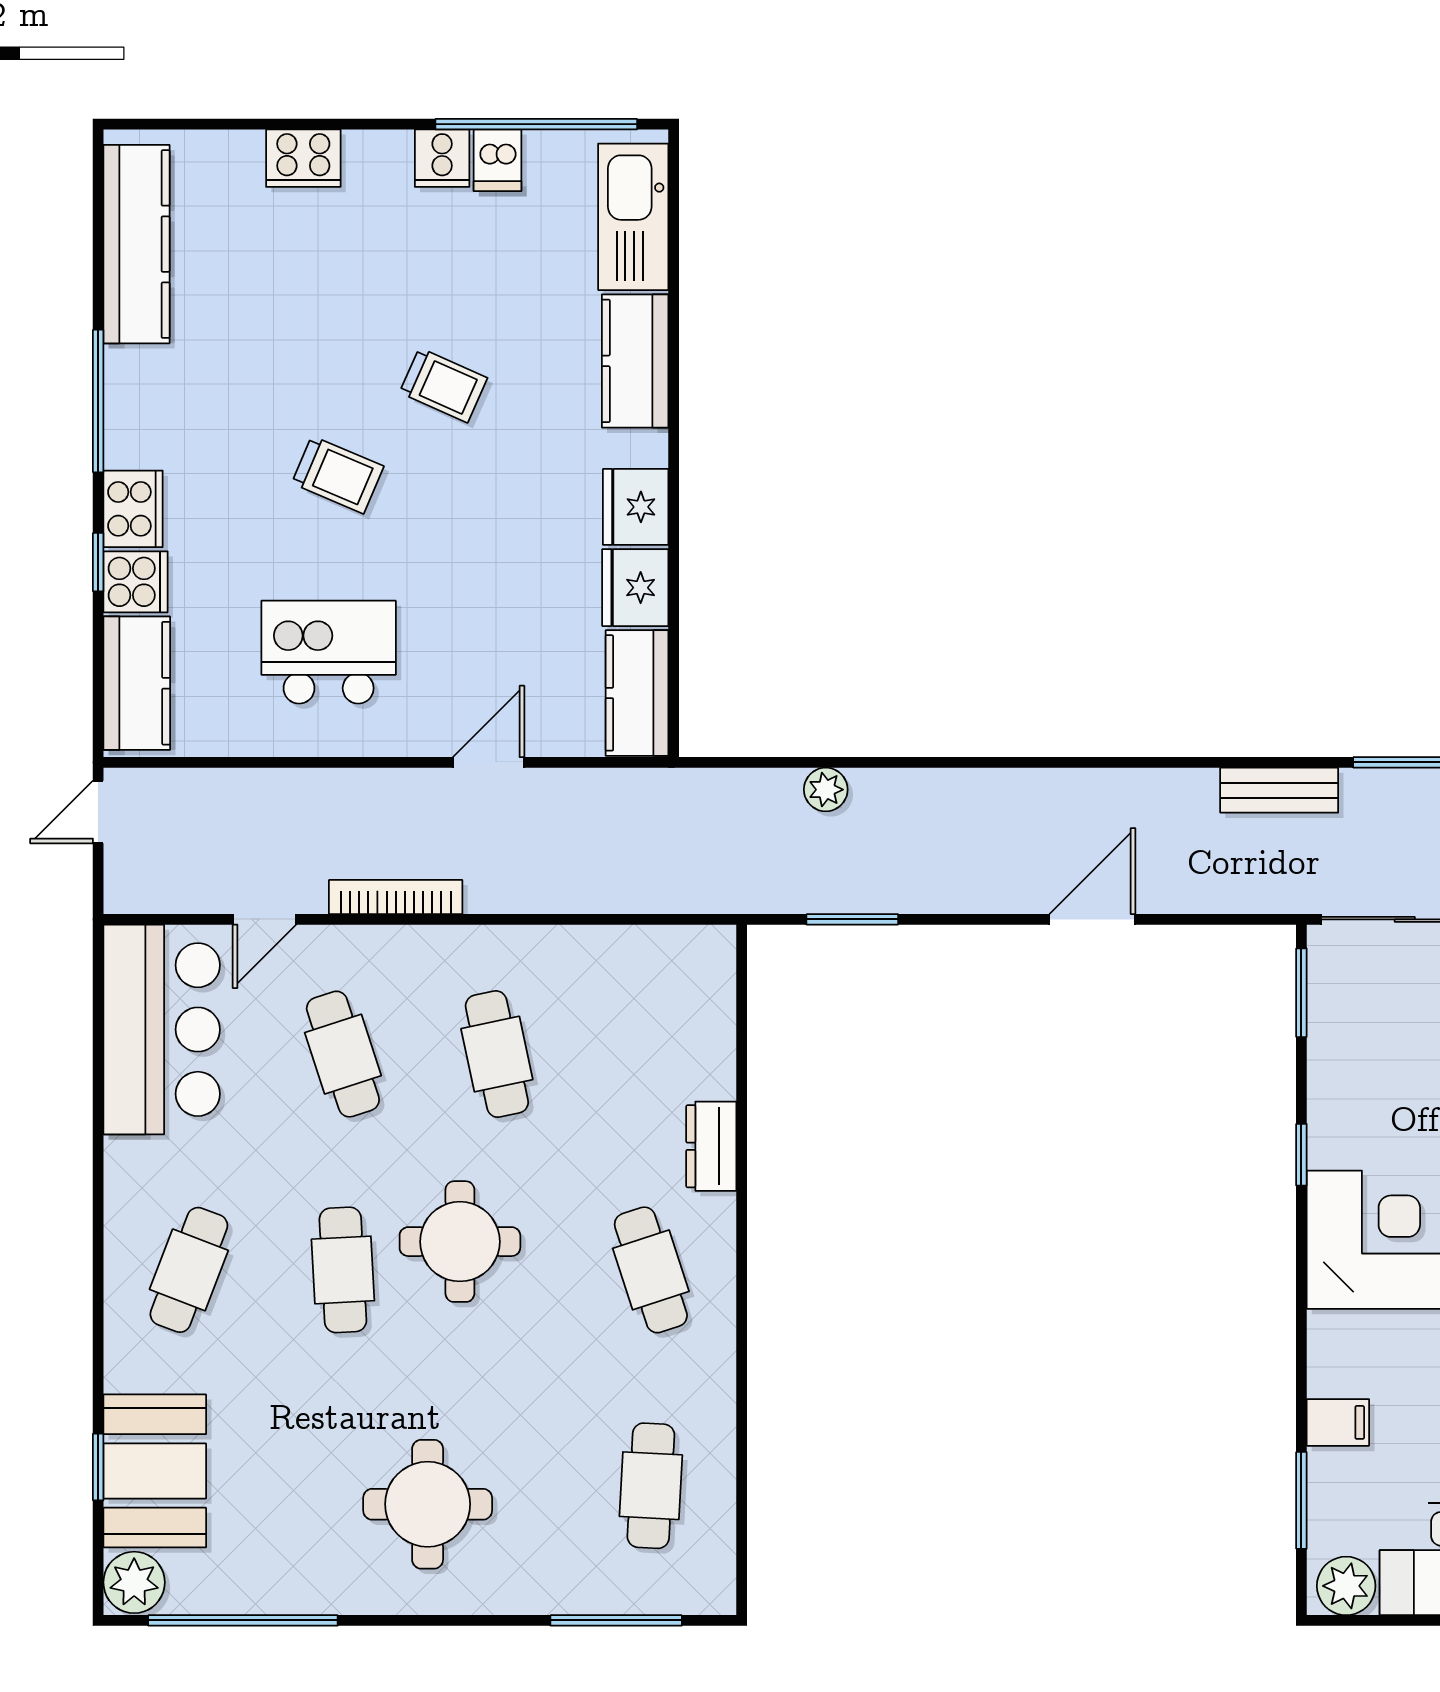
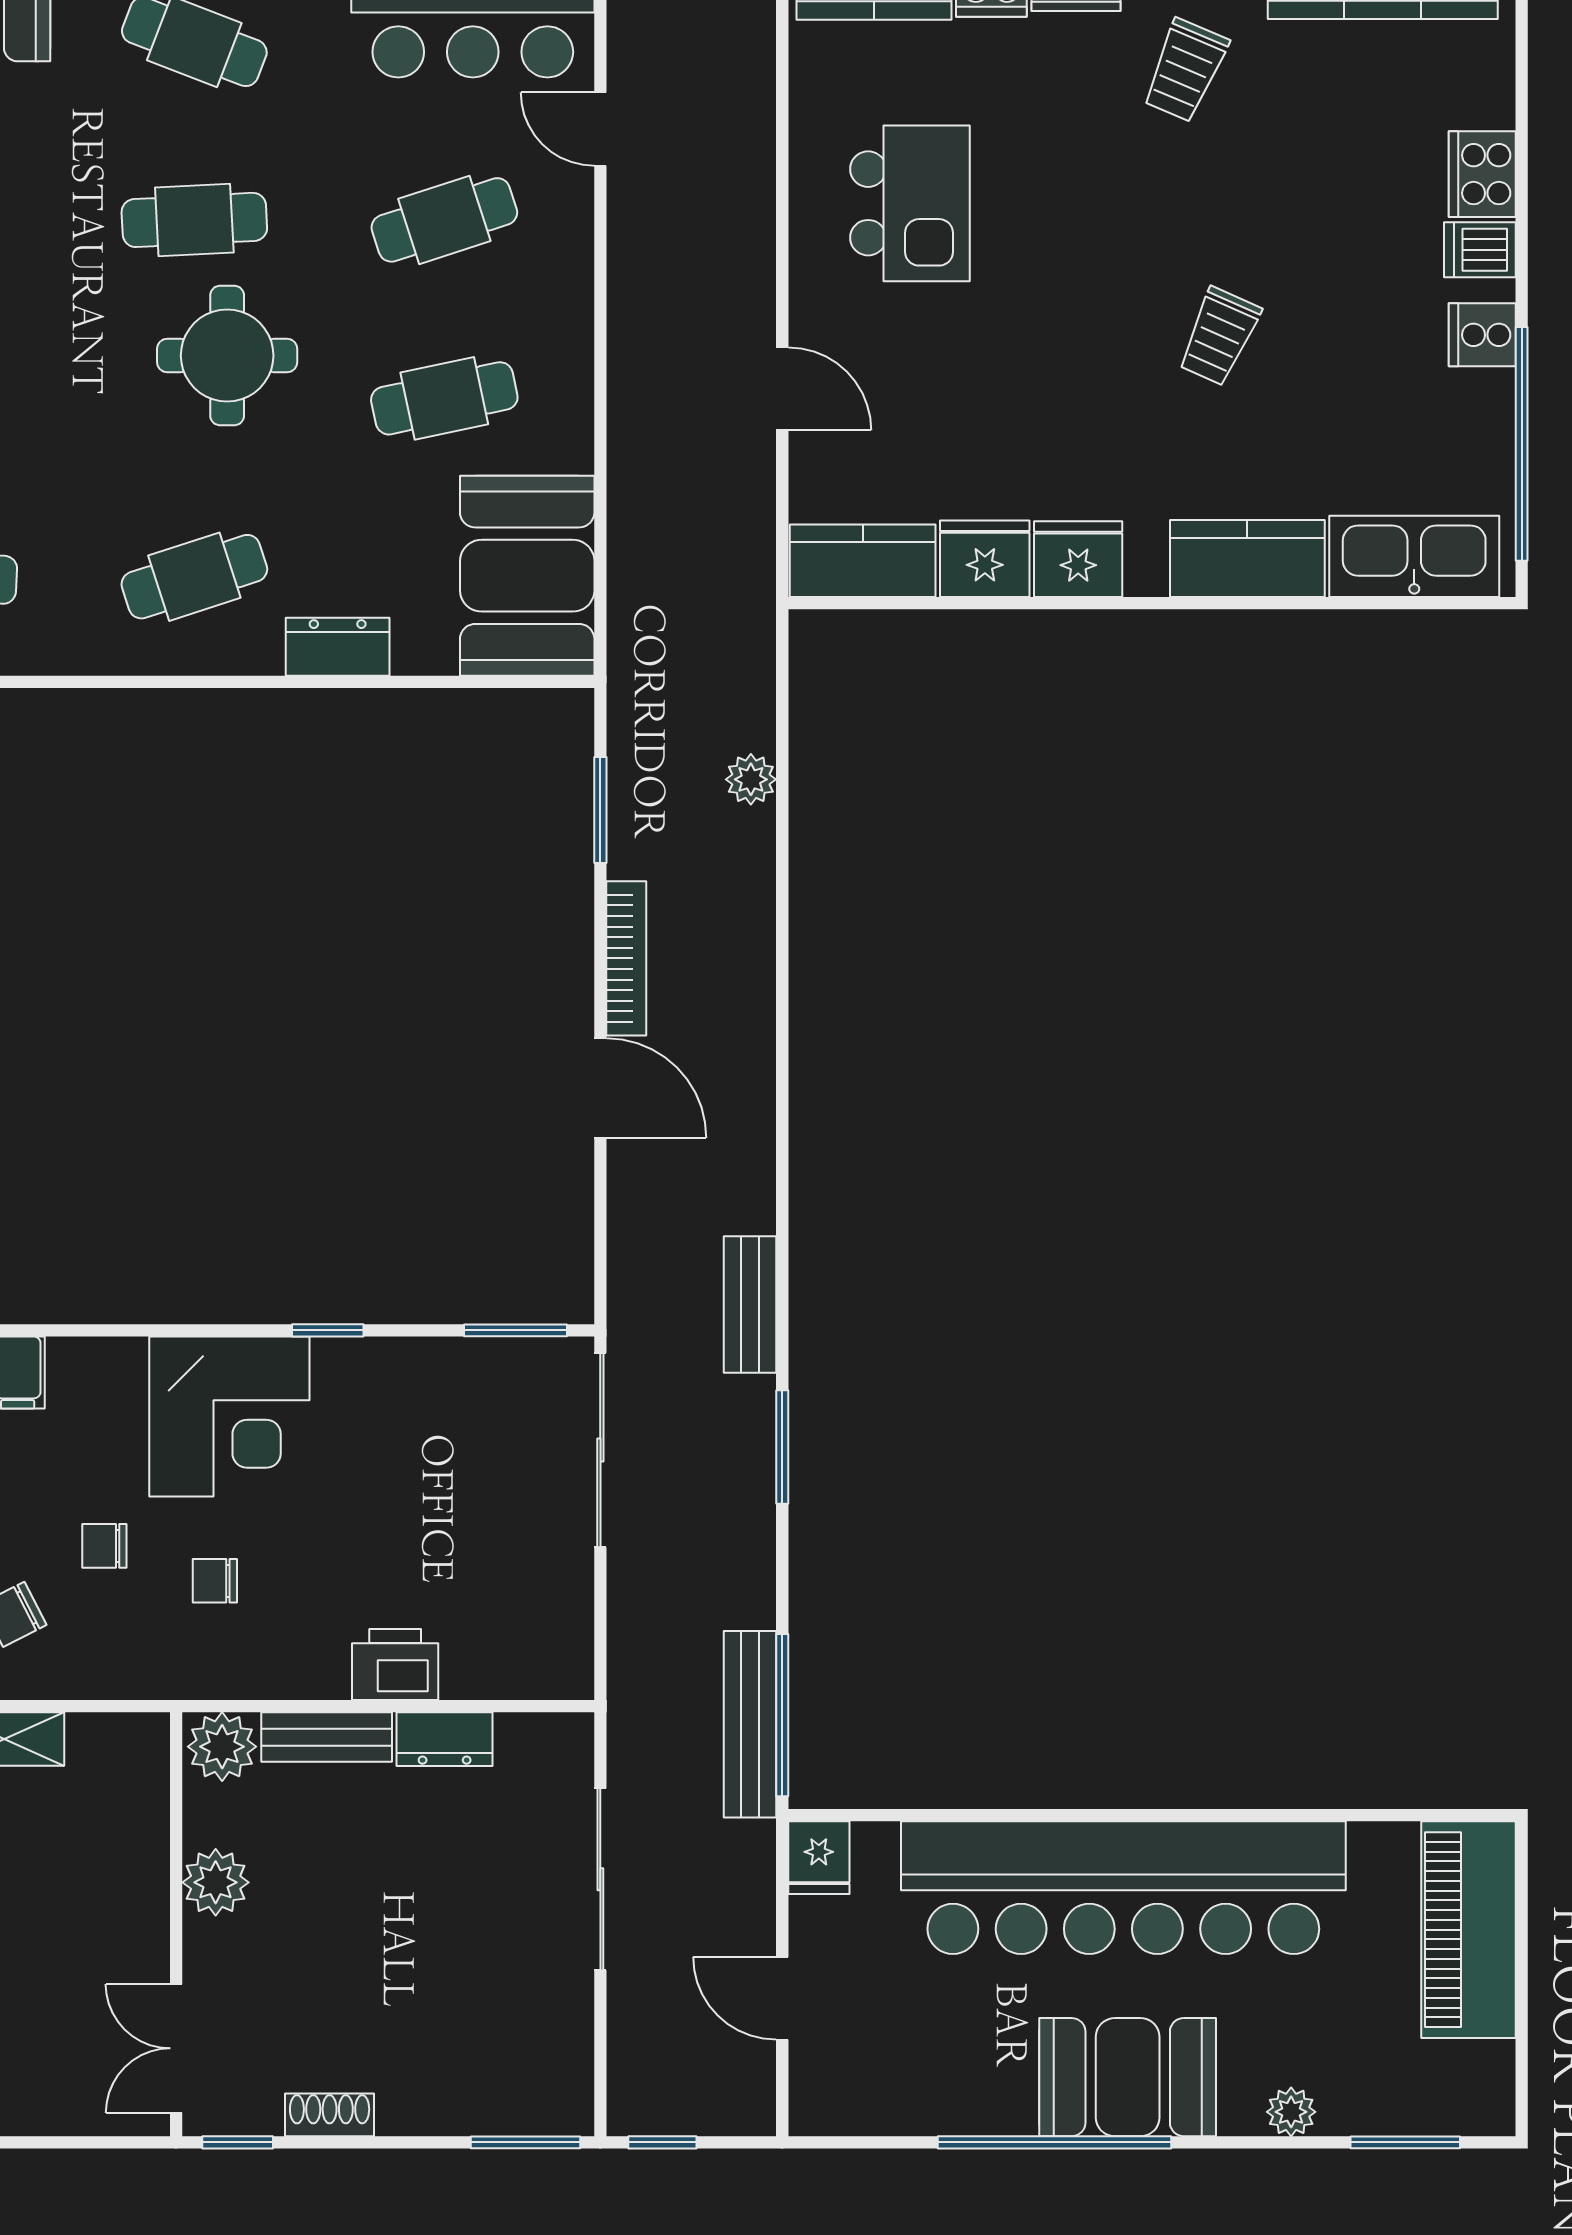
dishwasher: (497, 160) -> (1480, 250), moved
trolley: (338, 475) -> (1185, 70), moved
bookcase: (396, 897) -> (626, 958), moved
booth: (650, 983) -> (527, 576), added

